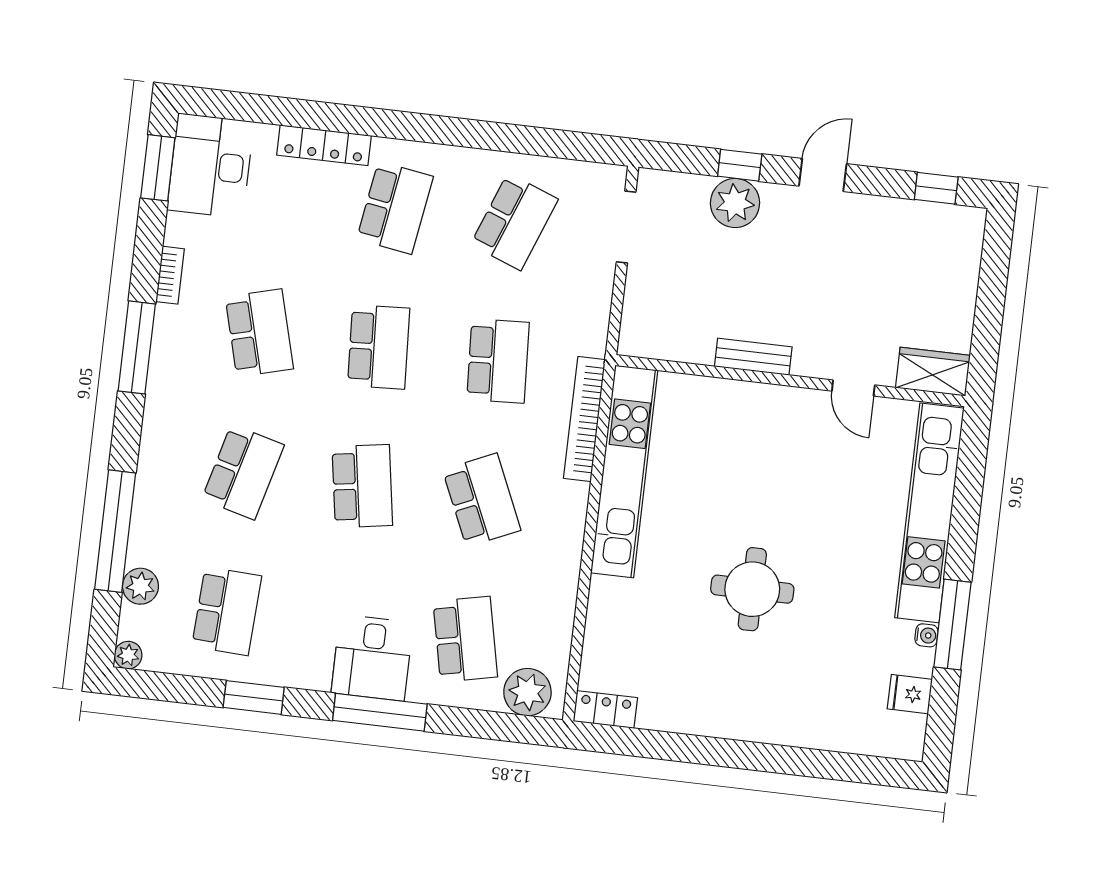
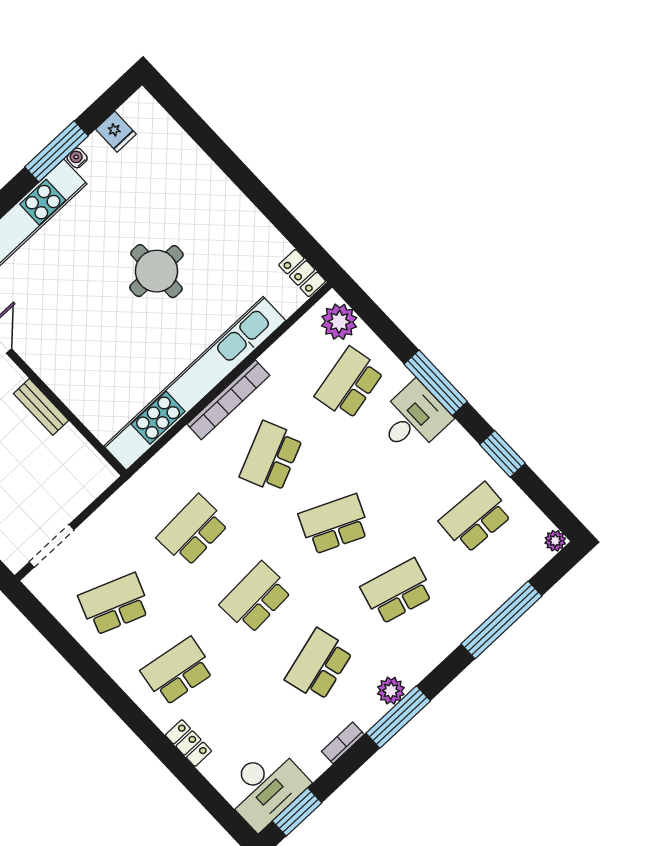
locker: (324, 145) -> (188, 743), width x0.66
bookcase: (584, 419) -> (228, 400), moved
kitchen unit: (624, 472) -> (195, 383), width x1.36
school desk: (362, 486) -> (334, 524), turned 33
plant: (140, 586) -> (391, 691), moved

